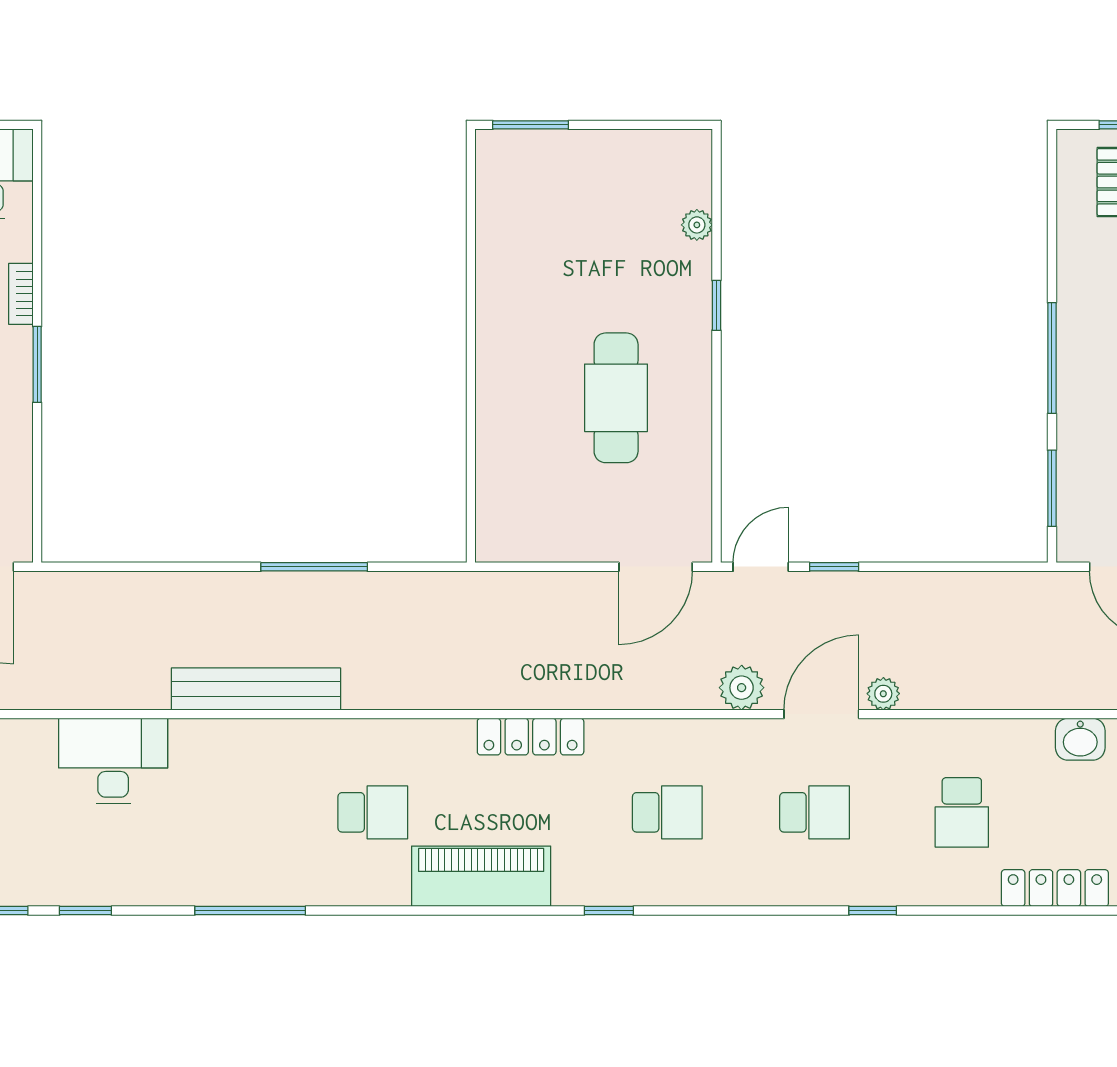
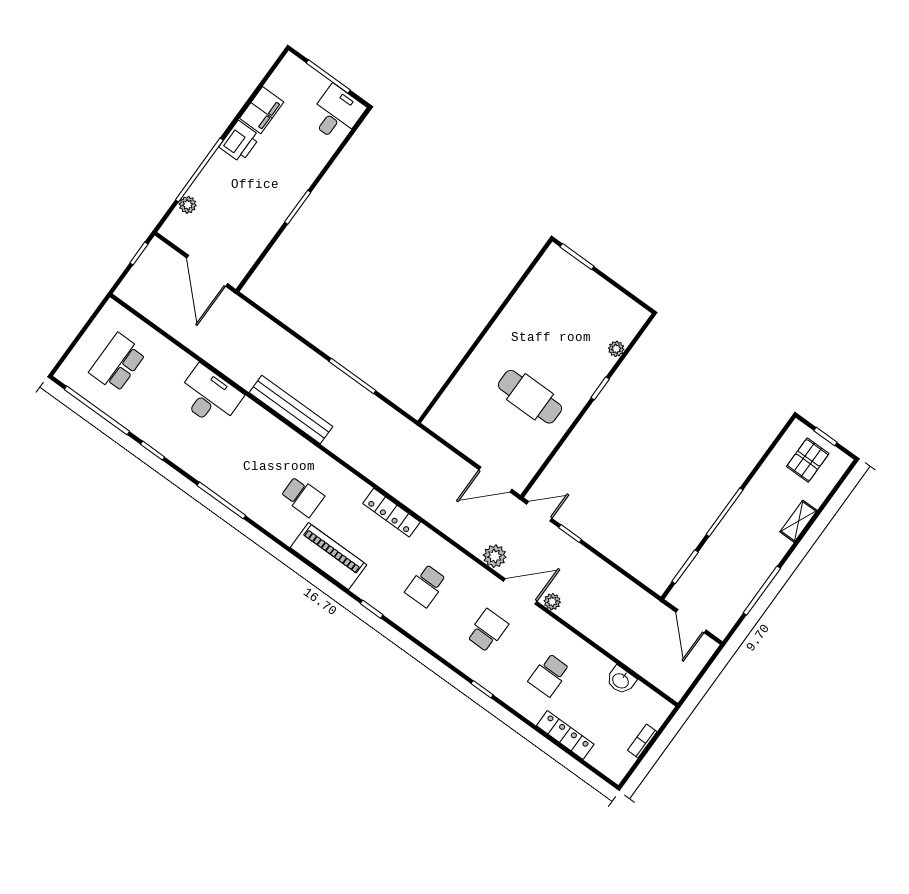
bookcase: (21, 294) -> (312, 173), removed
cafe table: (616, 398) -> (530, 397), turned 90
school desk: (667, 812) -> (426, 586), turned 90
school desk: (815, 812) -> (487, 630), turned -90

